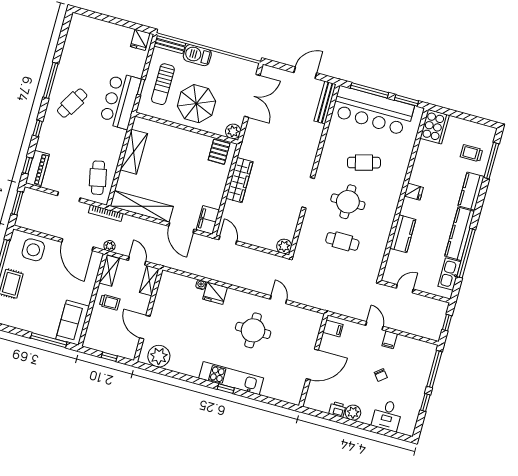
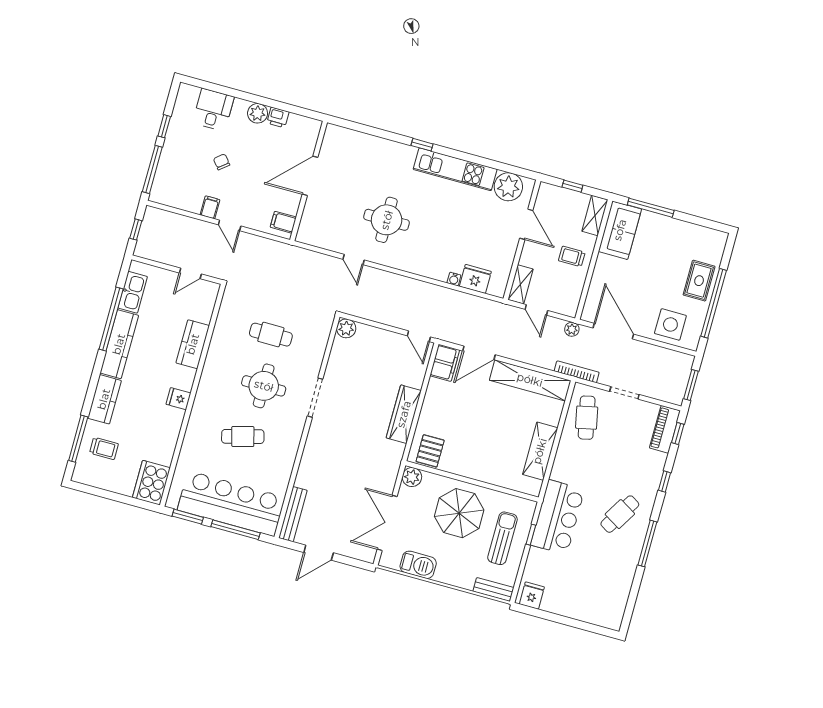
barbecue: (197, 55) -> (418, 565), moved
door: (181, 228) -> (479, 353), swing flipped
shelving: (109, 271) -> (595, 215), moved
fridge: (215, 293) -> (475, 279), moved
kitchen unit: (231, 378) -> (455, 169), moved

